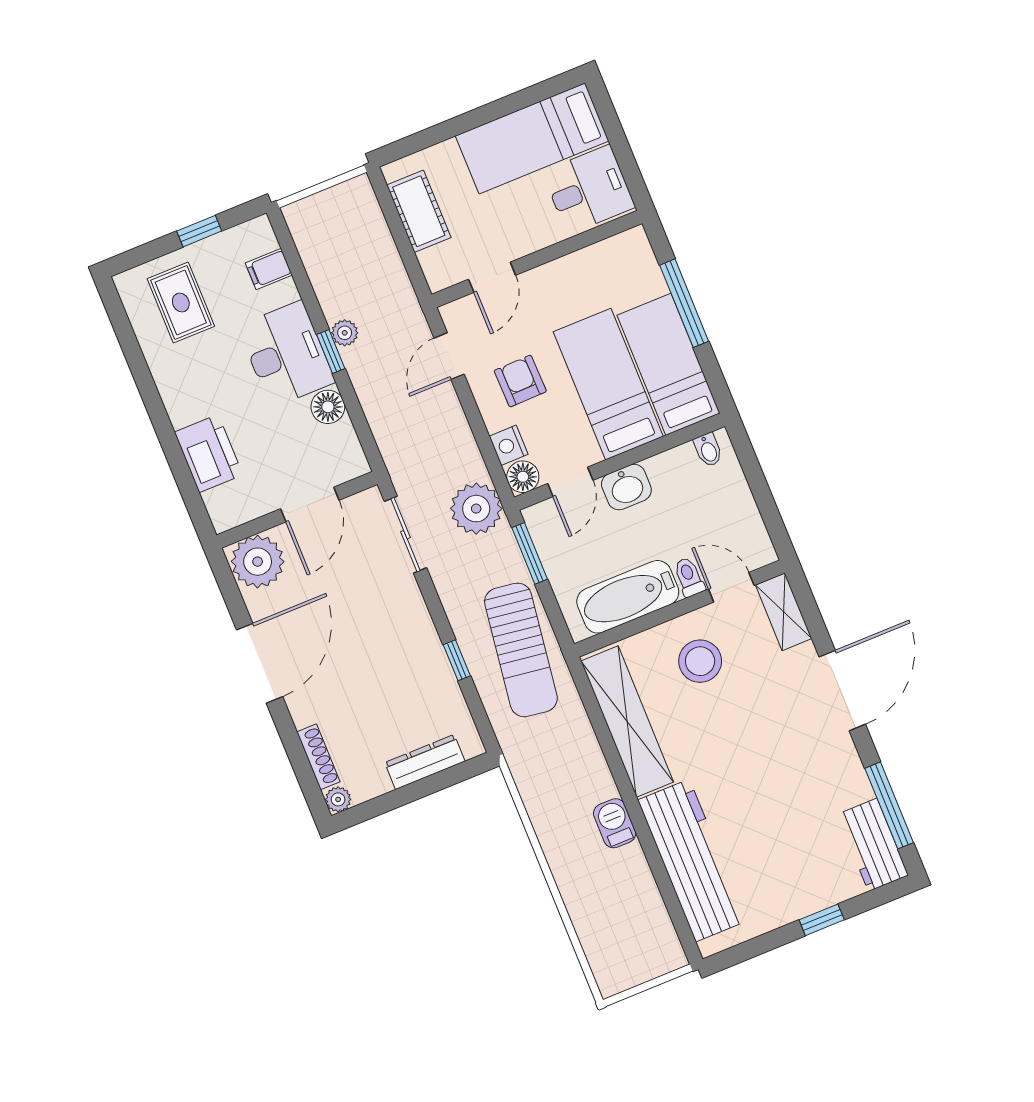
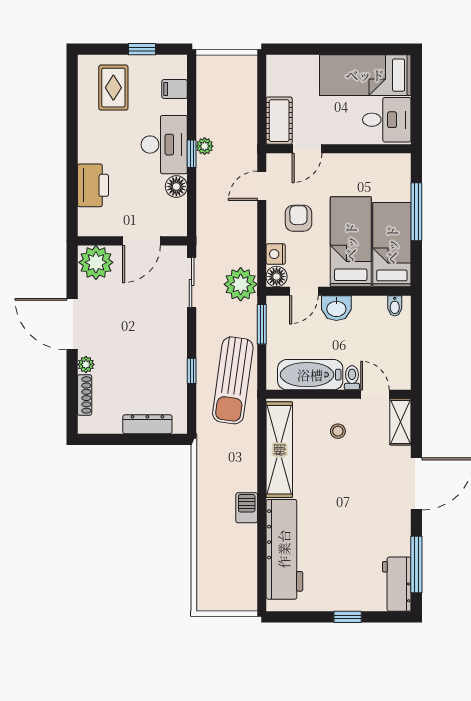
cot: (419, 211) -> (279, 121), moved
stool: (700, 661) -> (338, 431), width x0.53, depth x0.53
door: (260, 663) -> (72, 324), swing flipped
plant: (338, 799) -> (86, 364), moved

